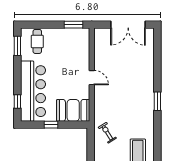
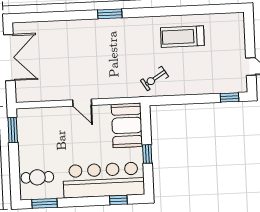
door: (92, 78) -> (82, 103), swing flipped

